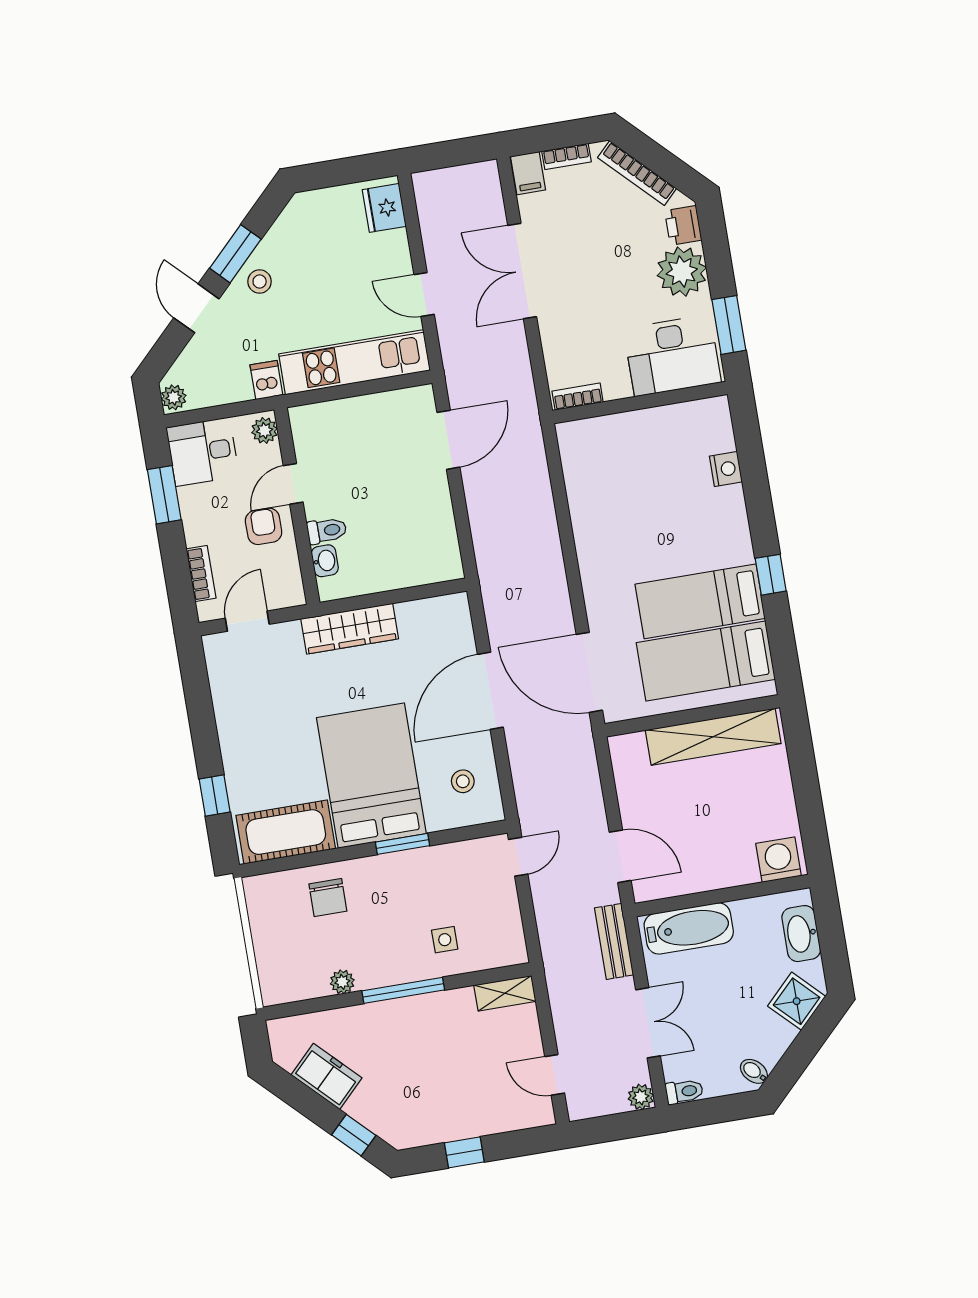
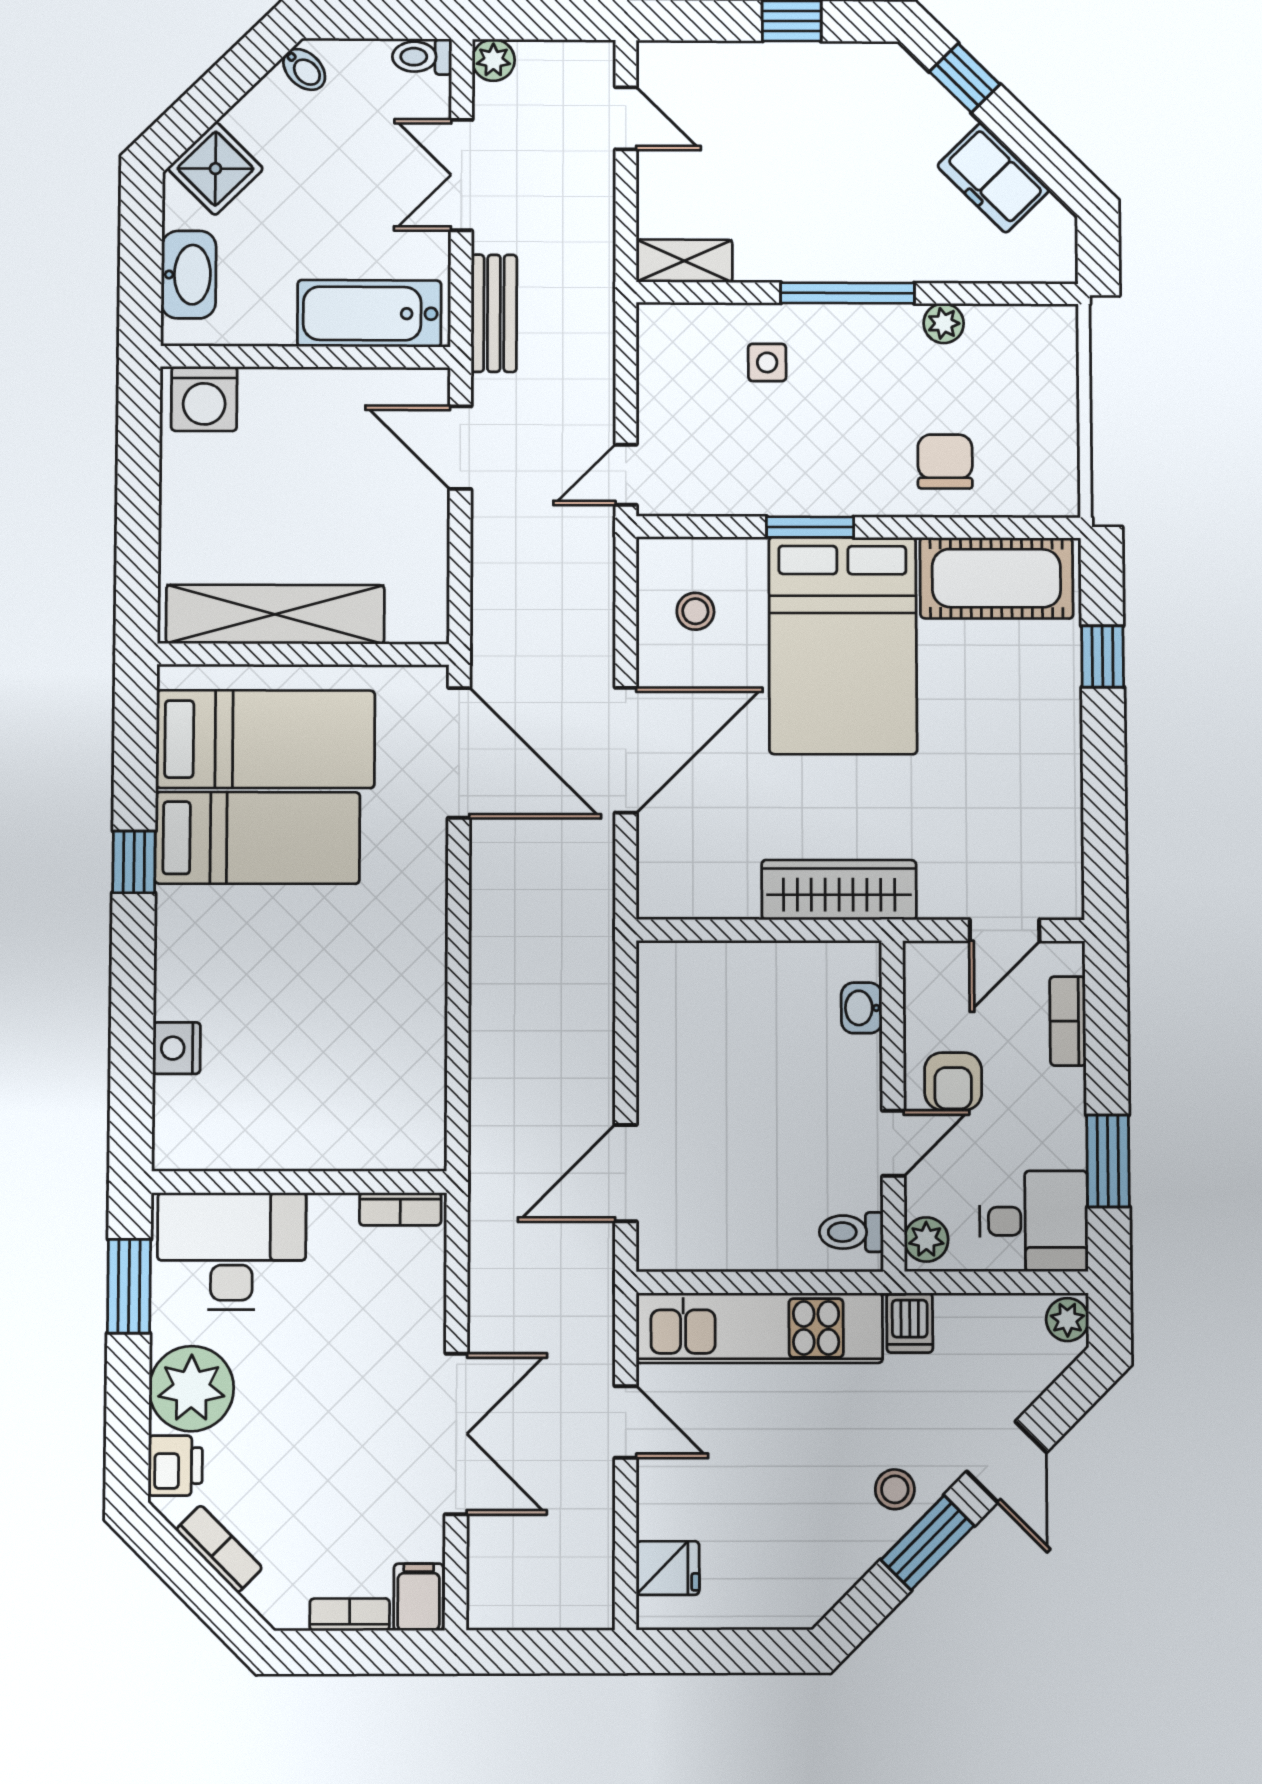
bookcase: (637, 173) -> (219, 1549), width x0.64
fridge: (384, 208) -> (668, 1568), width x0.72
toilet: (327, 531) -> (851, 1232), moved

